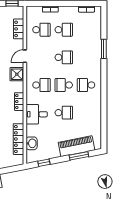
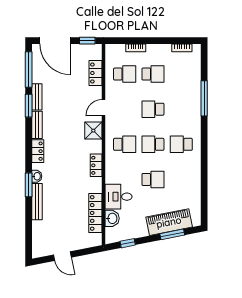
window: (104, 49) -> (204, 98), width x1.44
school desk: (64, 57) -> (153, 109), turned 180
desk: (37, 114) -> (118, 197), moved

